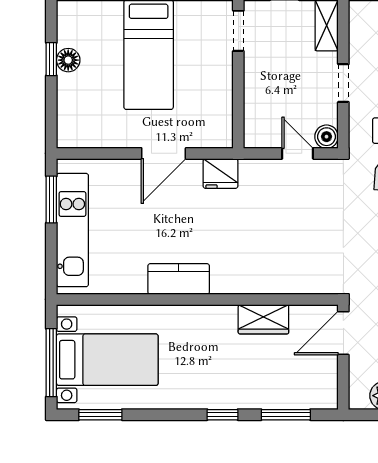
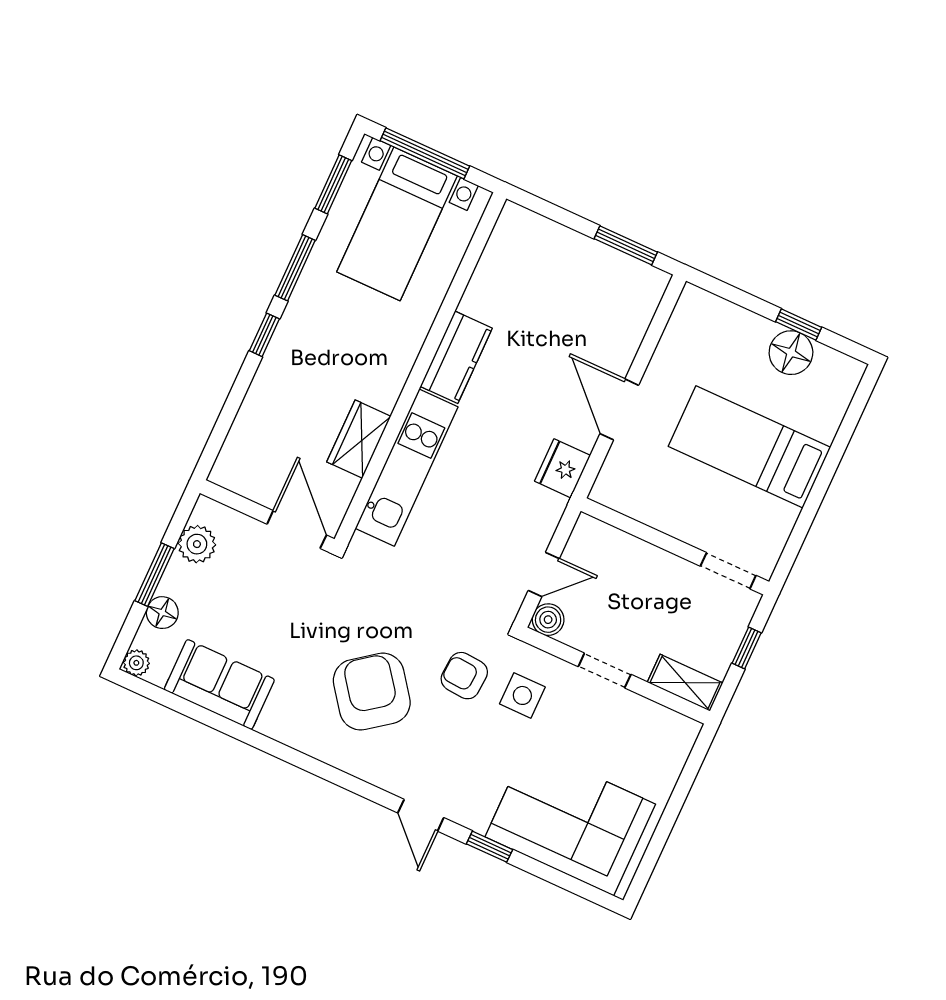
floor lamp: (68, 60) -> (791, 353), width x1.38, depth x1.38
kitchen unit: (72, 230) -> (407, 468), moved, turned -90
window: (286, 415) -> (295, 268), moved

